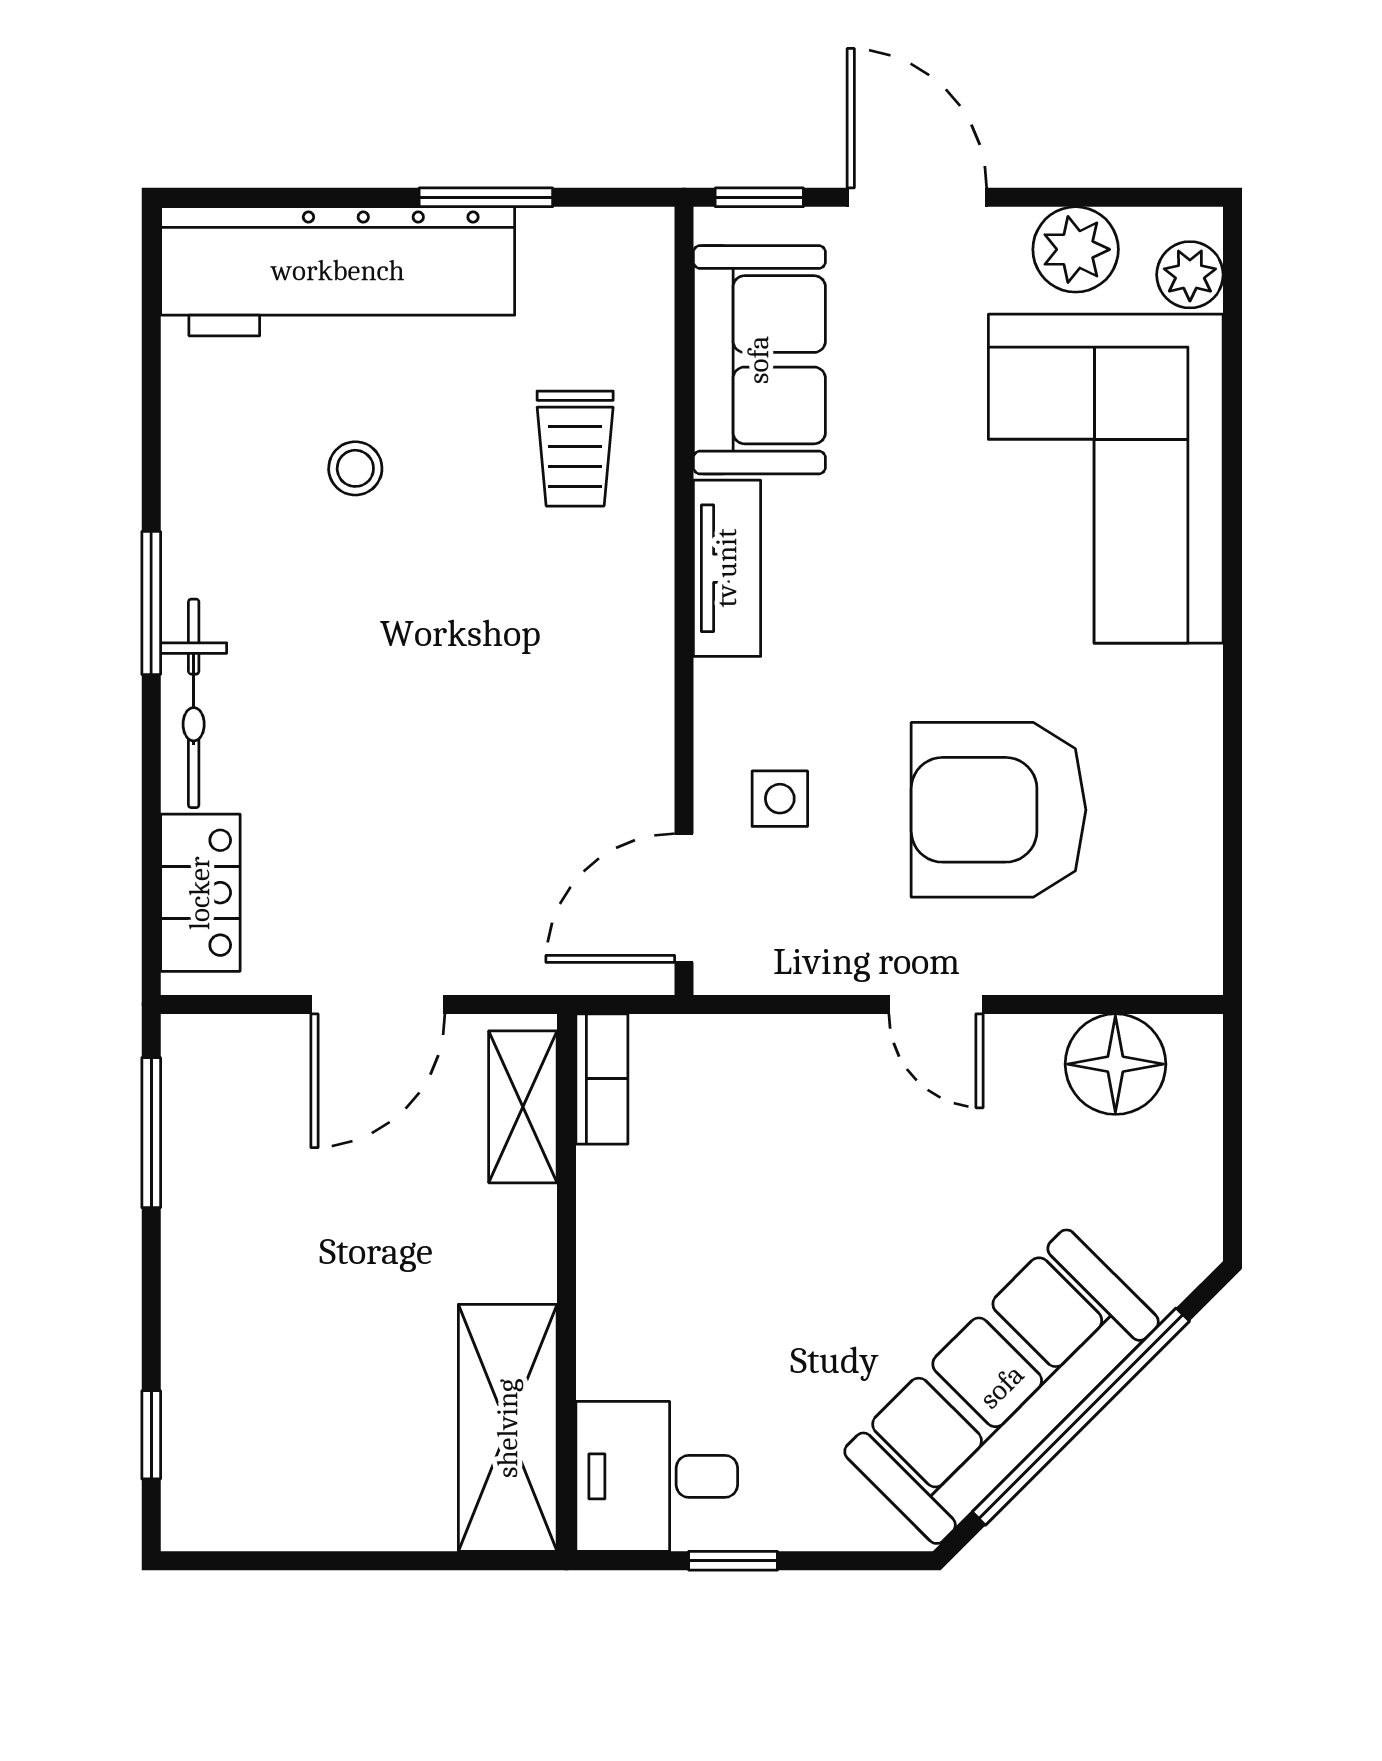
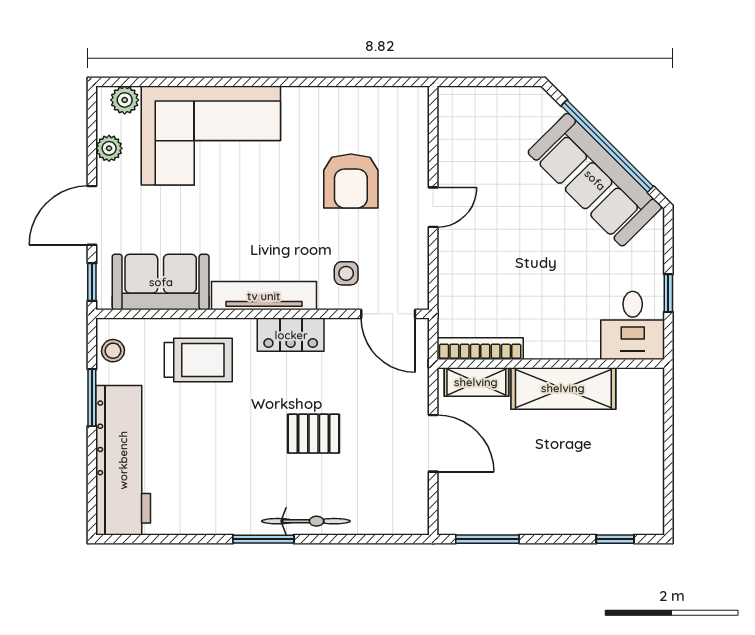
plant: (1076, 249) -> (109, 148), width x0.73, depth x0.73
trolley: (575, 449) -> (198, 360), width x1.36, depth x1.39
stool: (355, 468) -> (113, 351), moved
tv unit: (727, 568) -> (264, 296), width x1.41
pallet: (401, 721) -> (314, 434), added
armchair: (999, 810) -> (351, 181), width x0.73, depth x0.73
locker: (200, 893) -> (291, 335), moved, turned 180
floor lamp: (1115, 1064) -> (458, 131), removed
bookcase: (602, 1079) -> (480, 349), width x1.56
shelving: (508, 1428) -> (563, 388), moved

